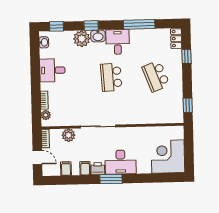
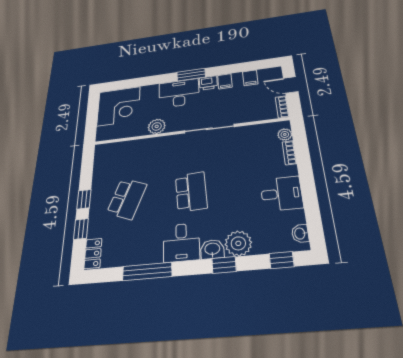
school desk: (156, 76) -> (127, 199), turned 42
window: (188, 105) -> (84, 199), moved
plant: (69, 135) -> (157, 126), moved

